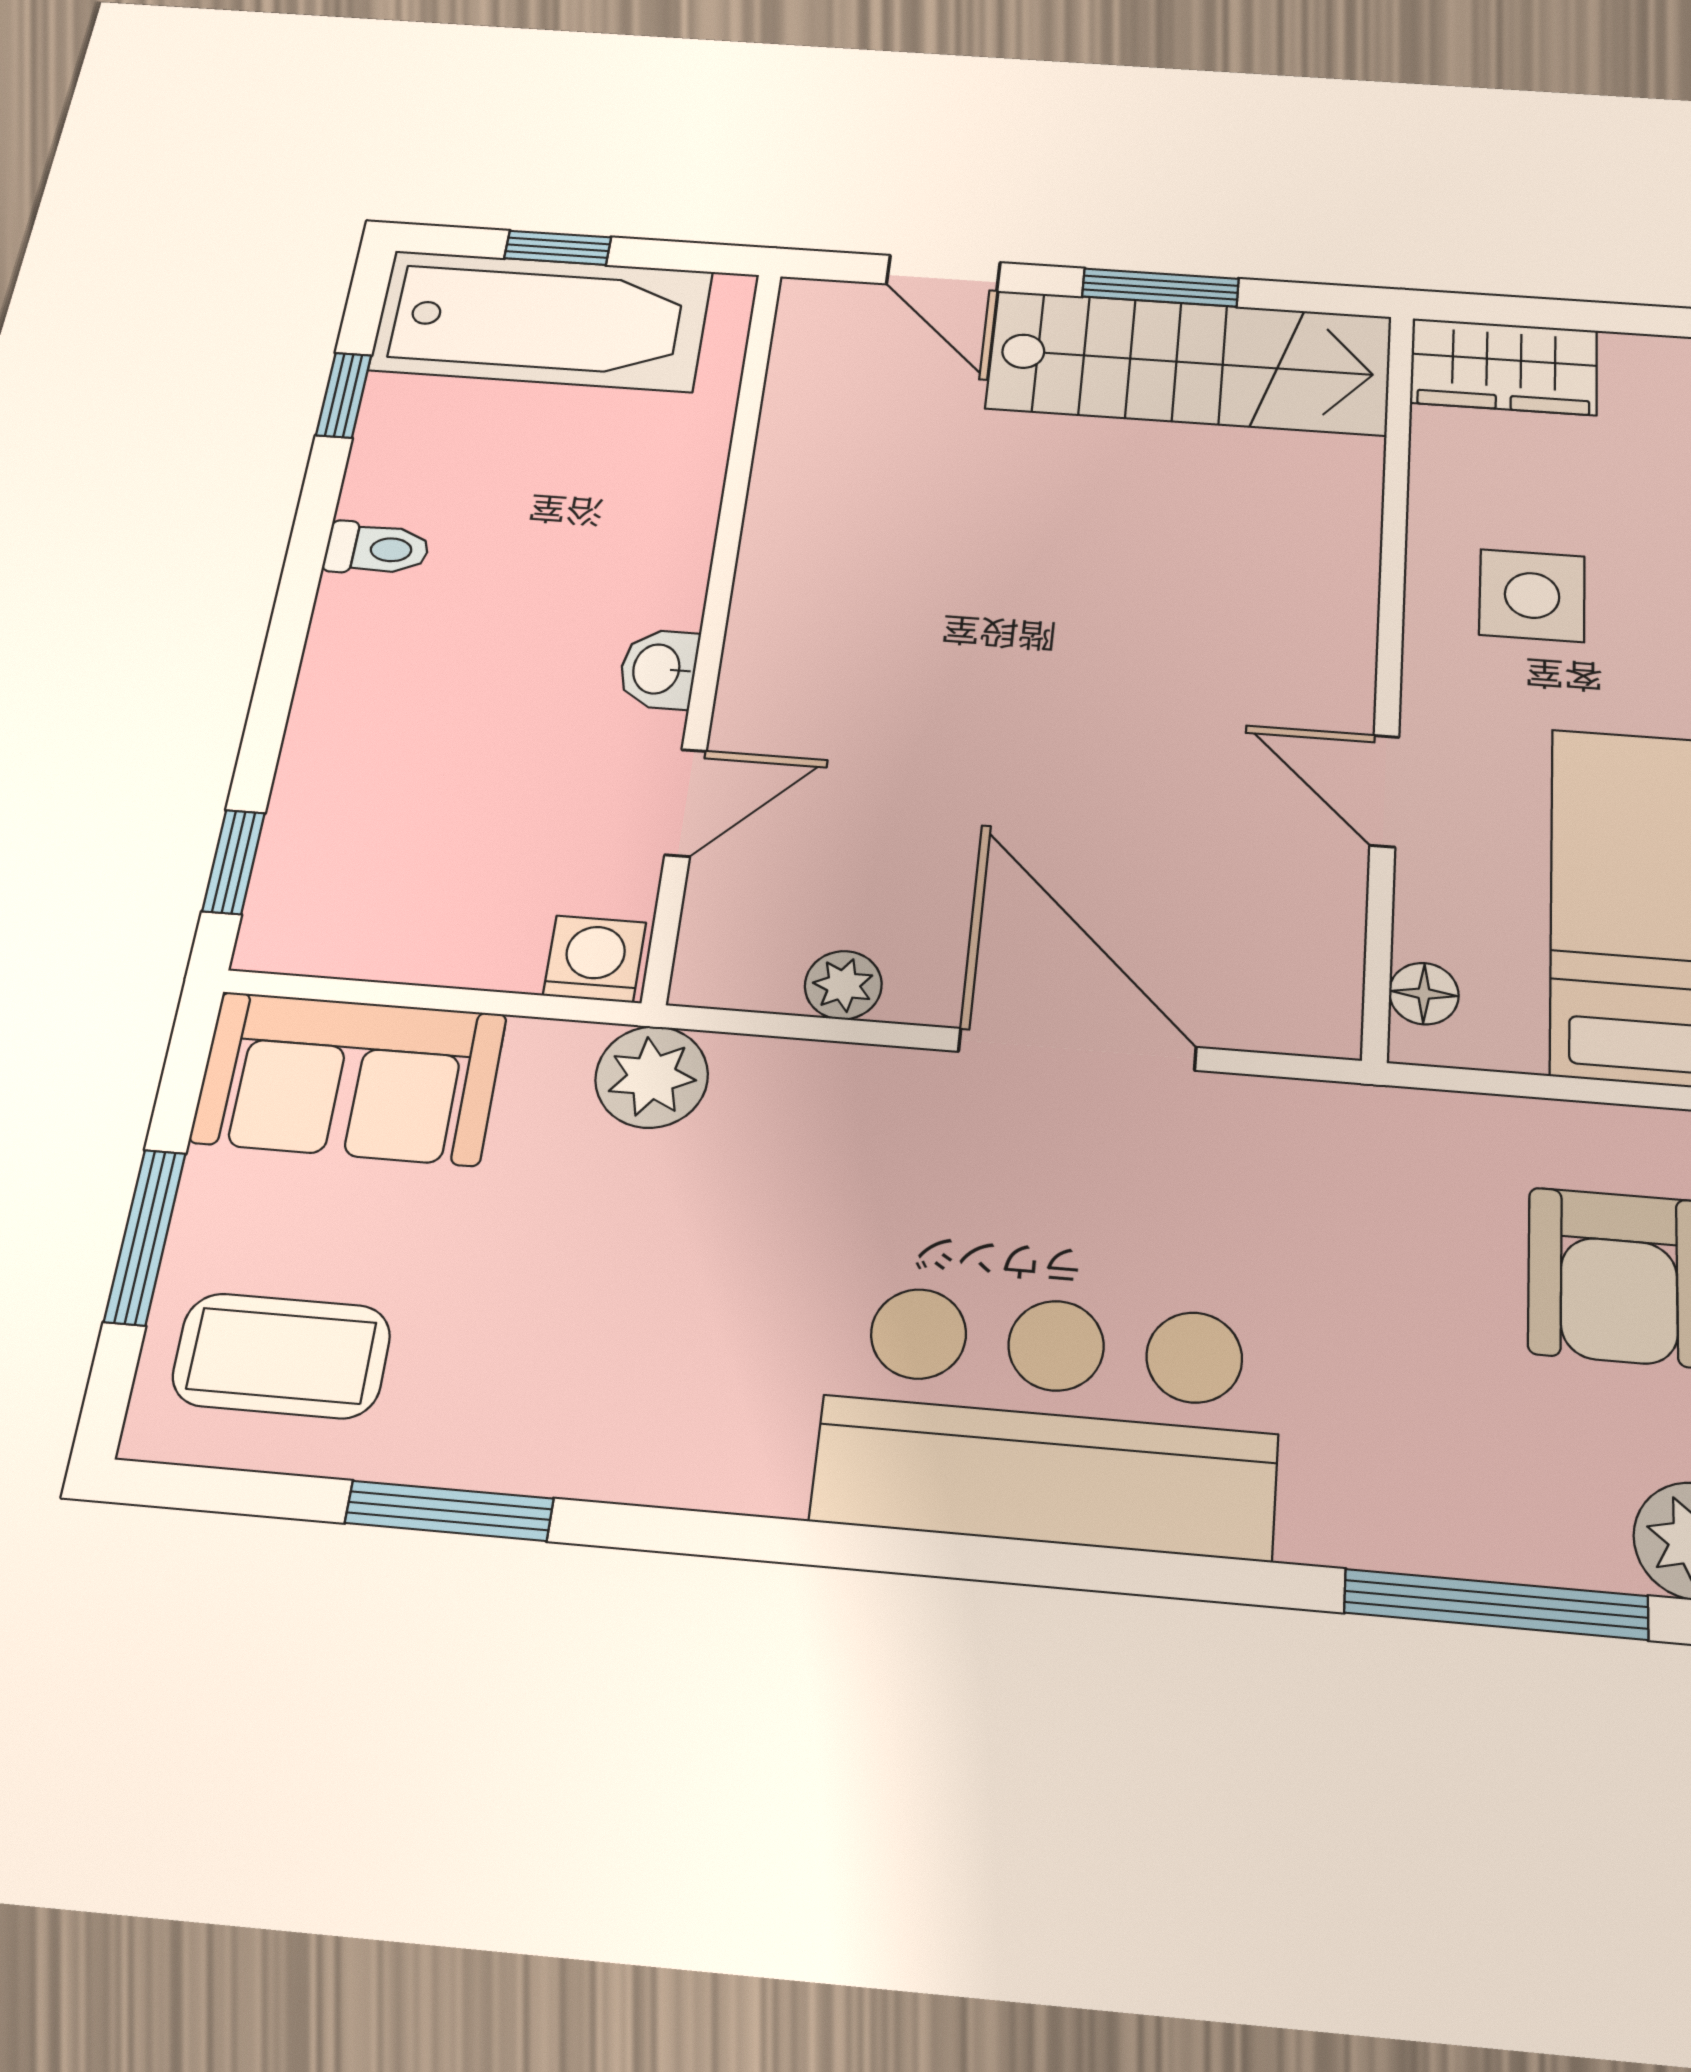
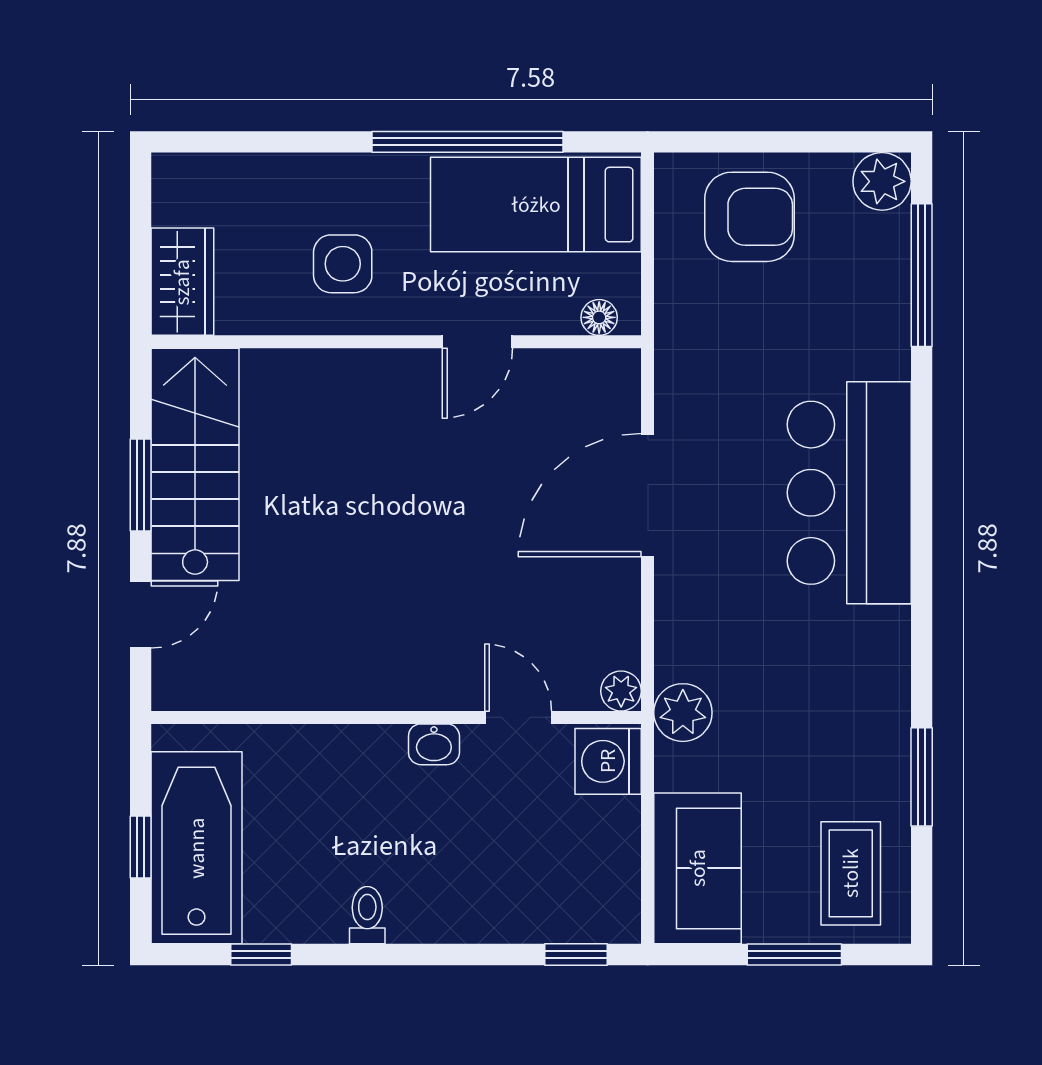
washing machine: (595, 959) -> (608, 761), width x1.38, depth x1.38
plant: (843, 985) -> (621, 691), moved

